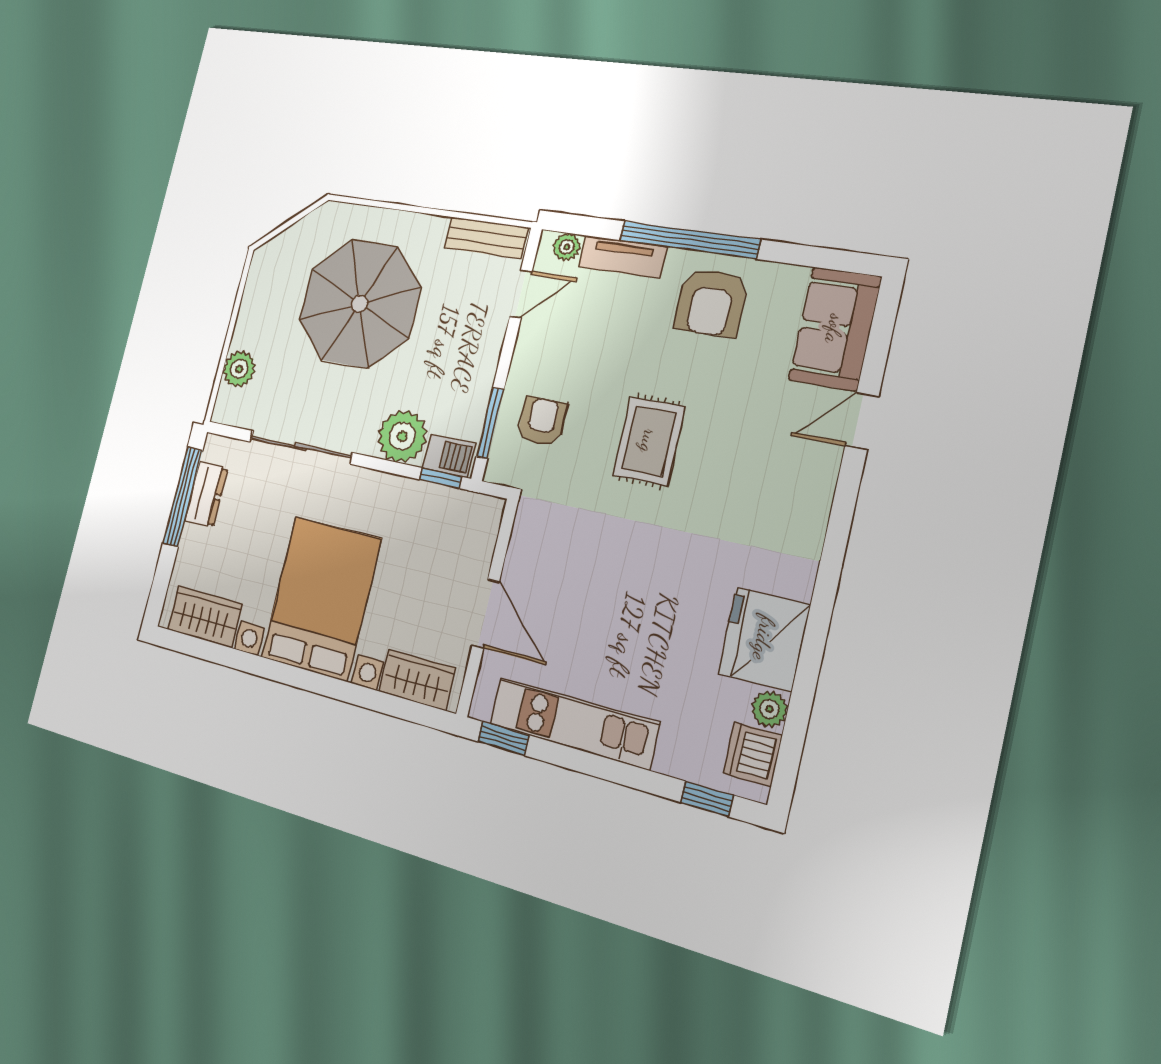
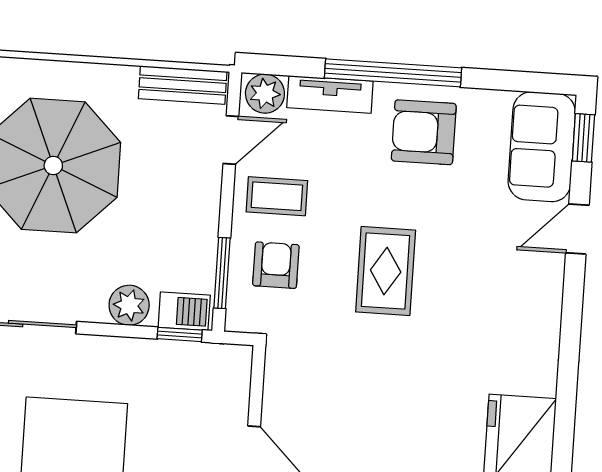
plant: (567, 247) -> (265, 94), width x1.38, depth x1.38
armchair: (711, 302) -> (424, 132), turned 90
window: (883, 323) -> (583, 138), added
coffee table: (555, 353) -> (277, 196), added
plant: (402, 436) -> (129, 305), width x0.73, depth x0.73

